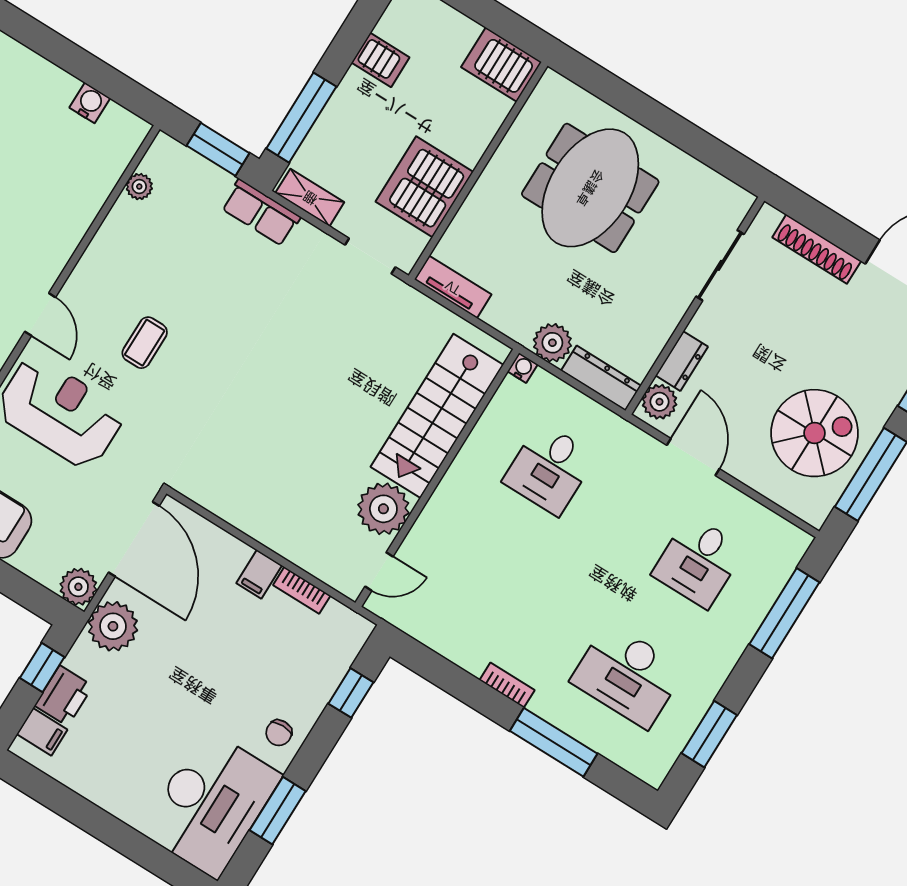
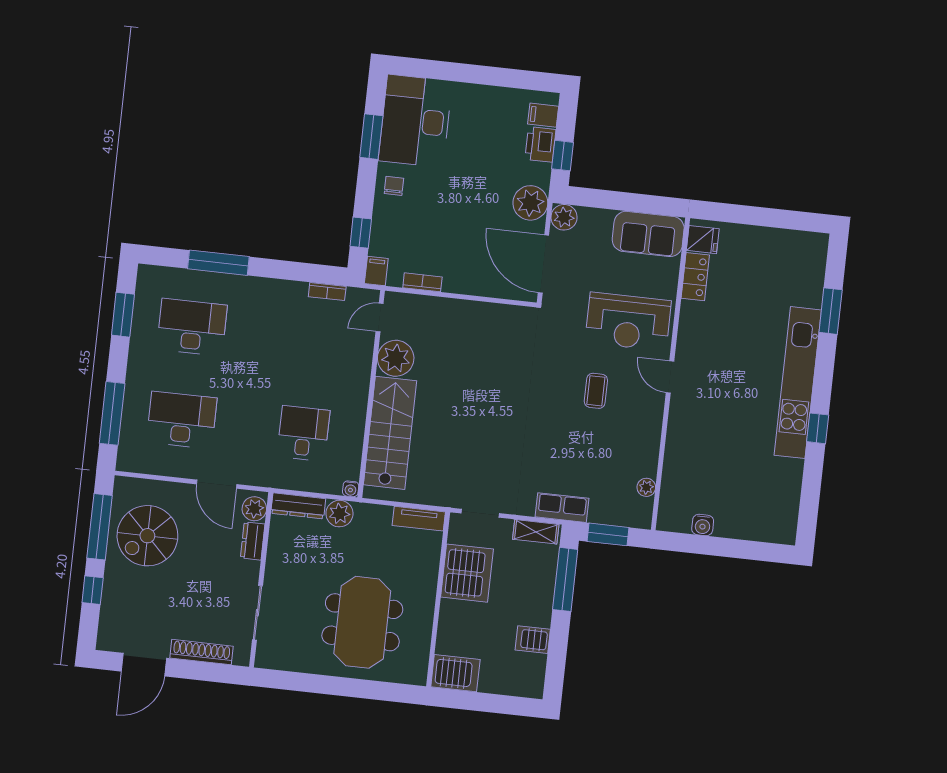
desk: (698, 561) -> (182, 420), width x1.37
filing cabinet: (259, 574) -> (376, 271), moved
bookcase: (507, 685) -> (327, 292), moved

